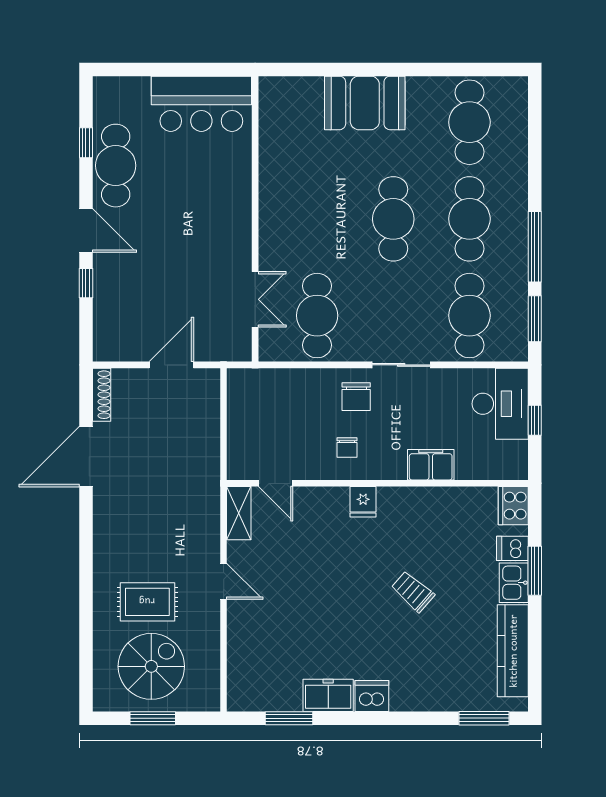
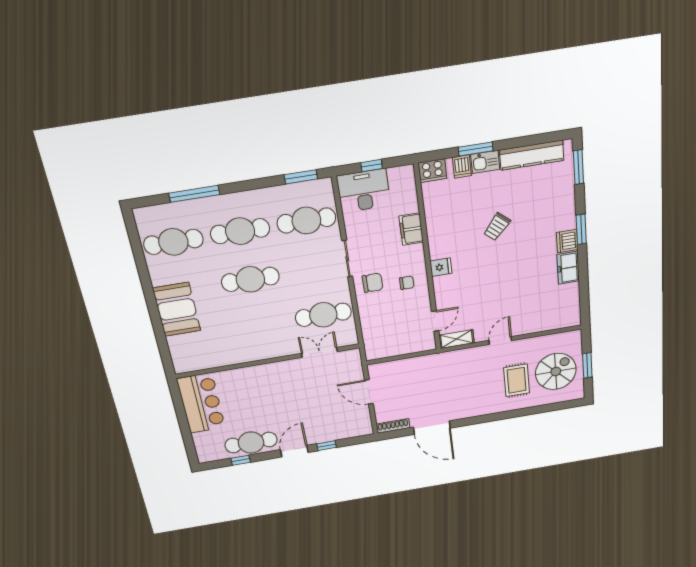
window: (535, 247) -> (194, 194), moved
spiral stairs: (151, 666) -> (556, 372), turned 90
window: (289, 718) -> (581, 229), moved

